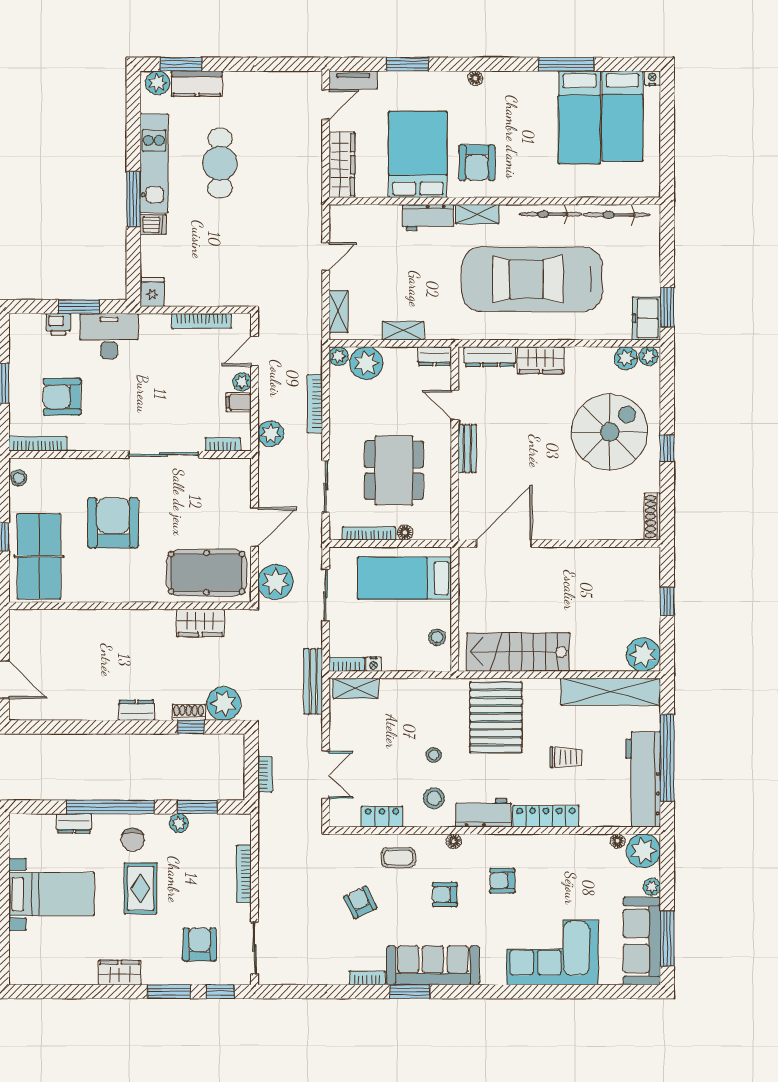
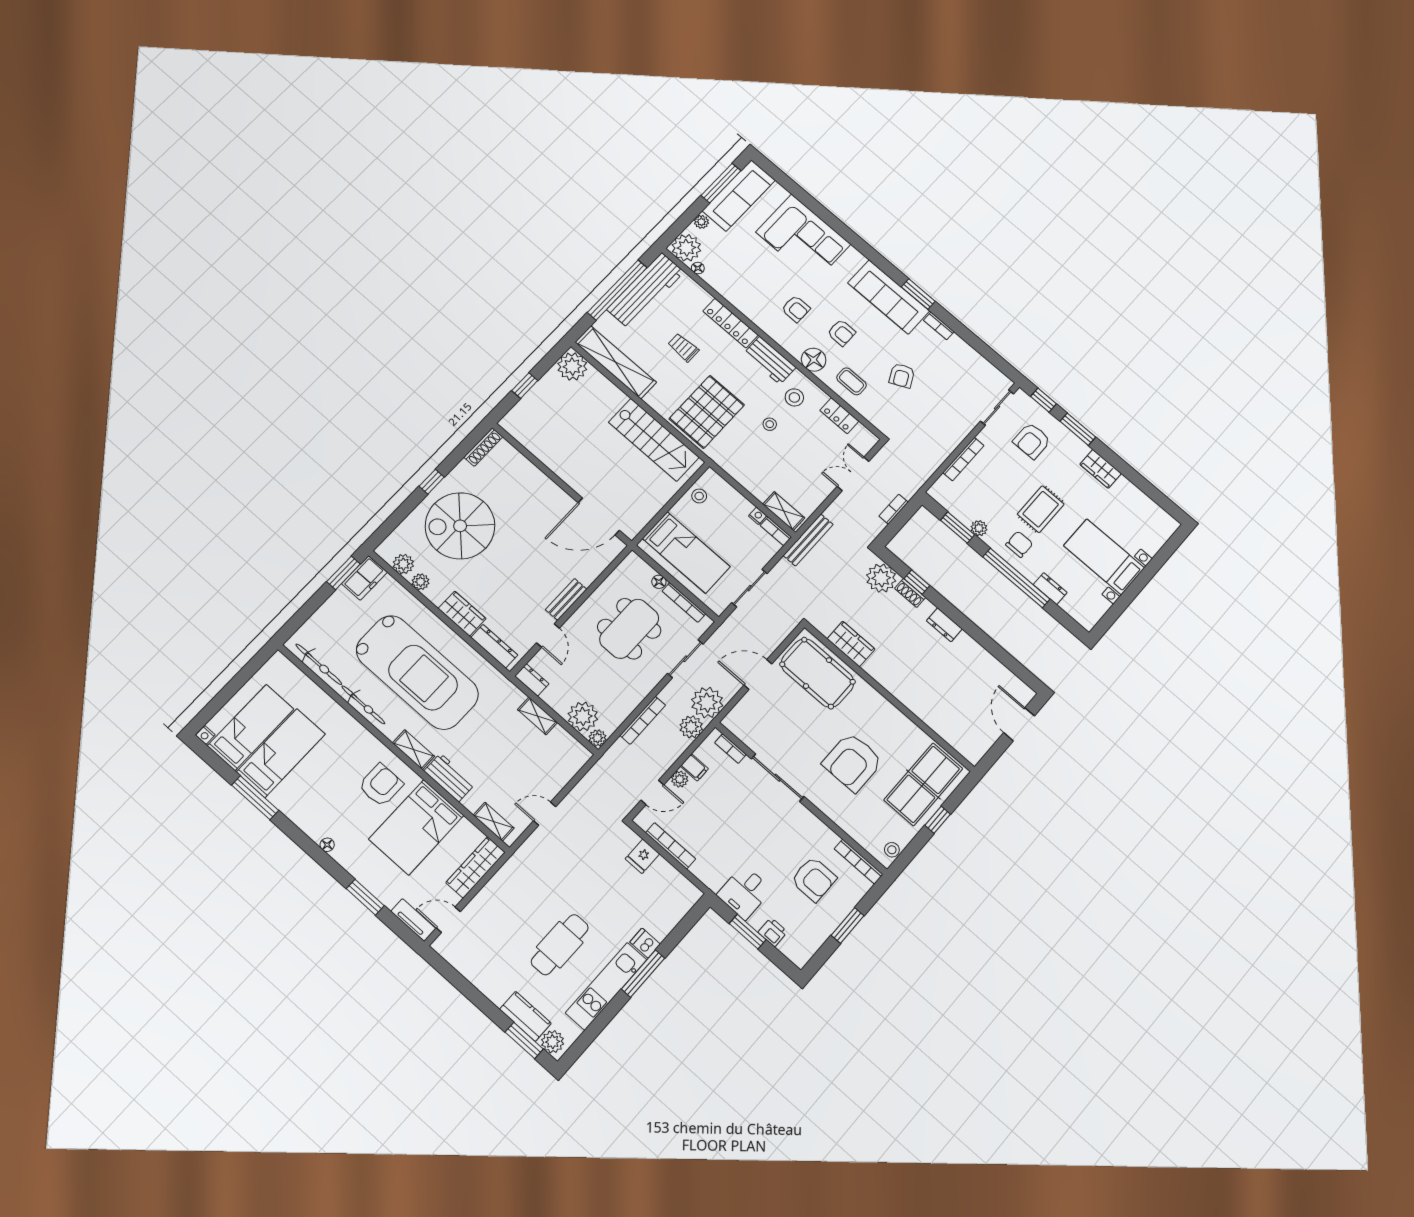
fridge: (152, 292) -> (642, 856), moved
shelving: (339, 312) -> (494, 822), moved, turned 90
desk: (109, 336) -> (744, 892), width x0.73
plant: (649, 356) -> (421, 582), moved
plant: (275, 582) -> (707, 703), moved
floor lamp: (454, 841) -> (814, 360), width x1.89, depth x1.89

